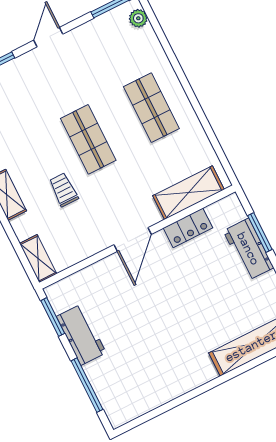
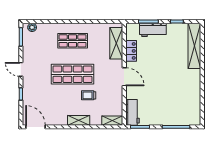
shop shelf: (88, 139) -> (73, 74), width x1.43, depth x1.36
workbench: (81, 335) -> (132, 112), moved, turned 90

